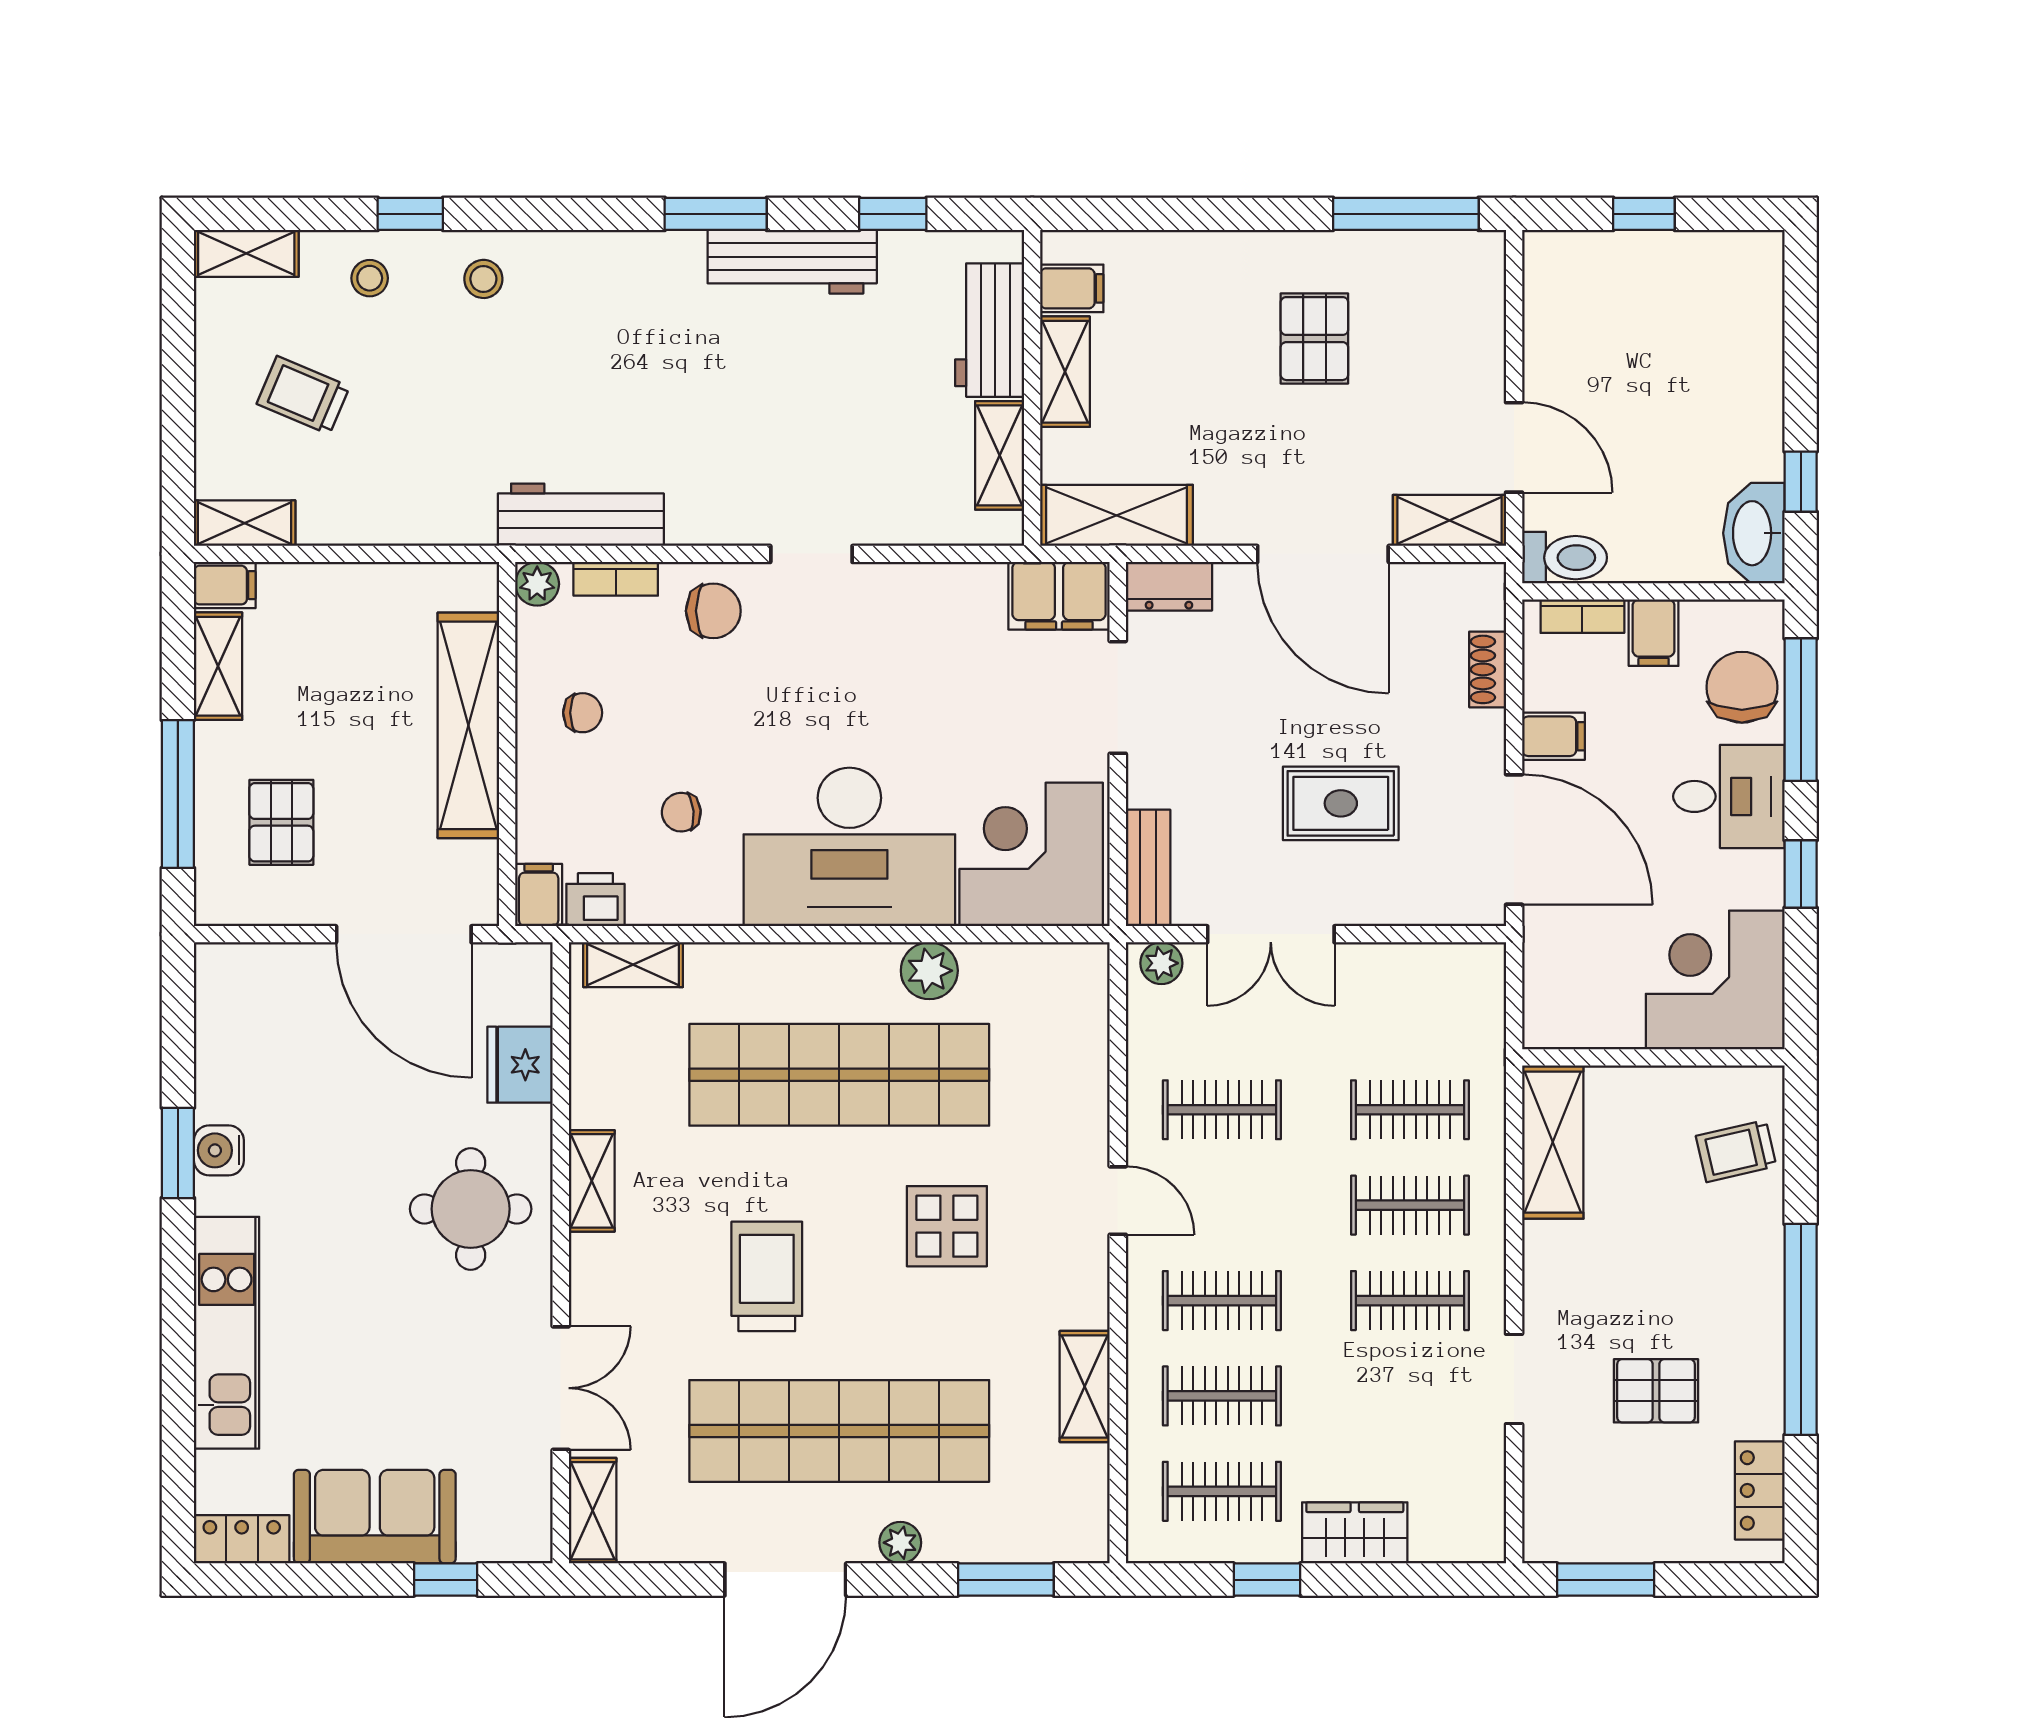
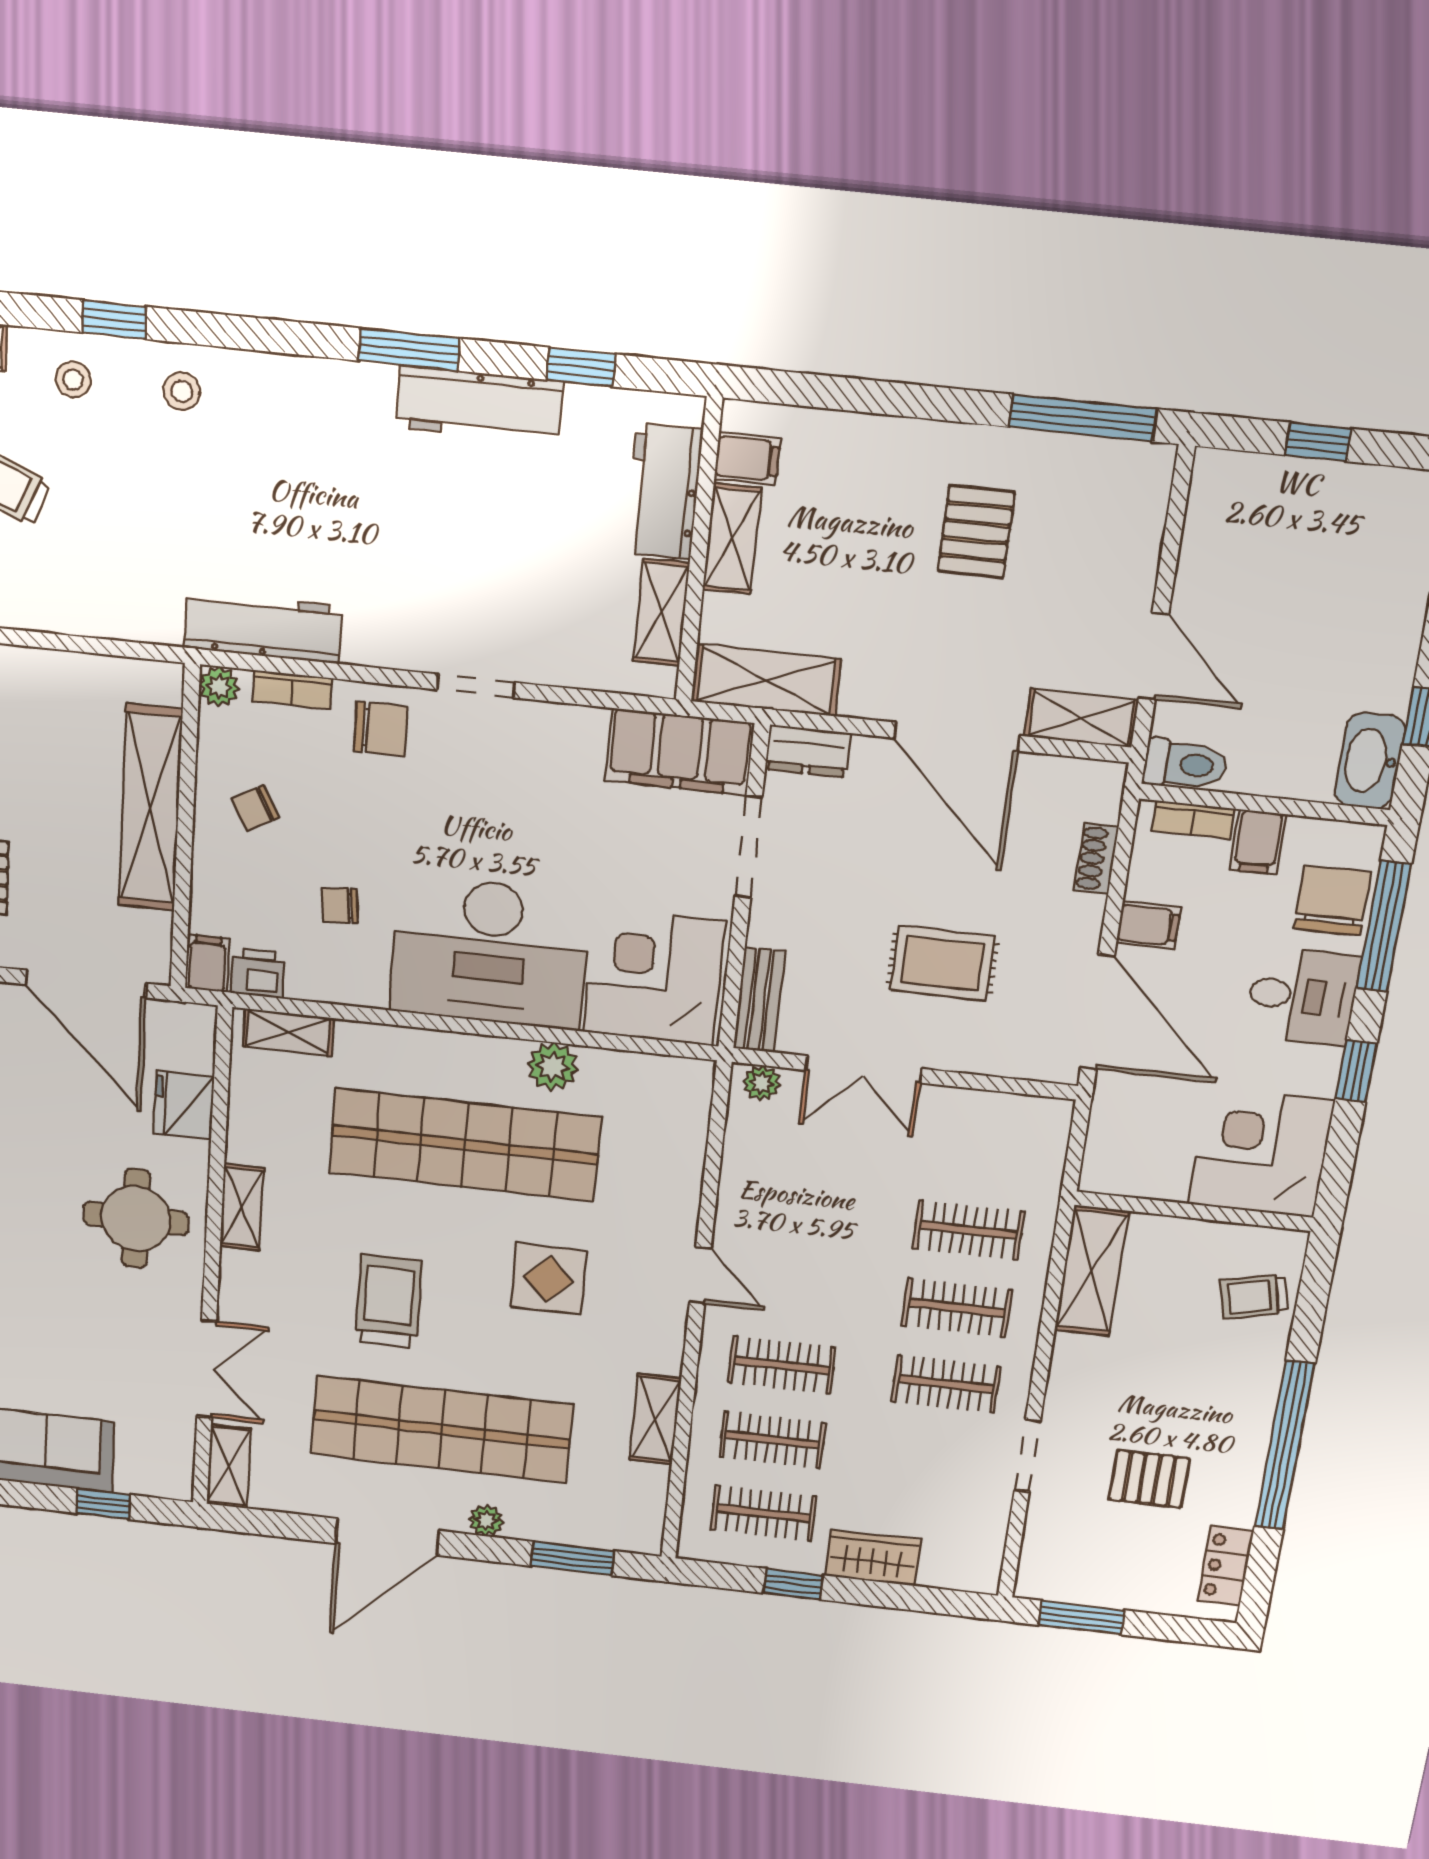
filing cabinet: (1059, 596) -> (680, 752), width x1.50, depth x1.17
chair: (583, 713) -> (255, 808), turned 151
clothes rail: (1222, 1110) -> (801, 1211), removed

